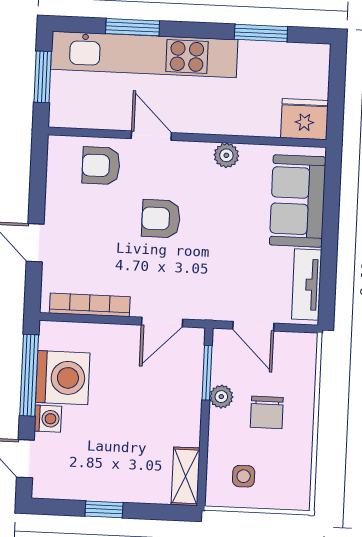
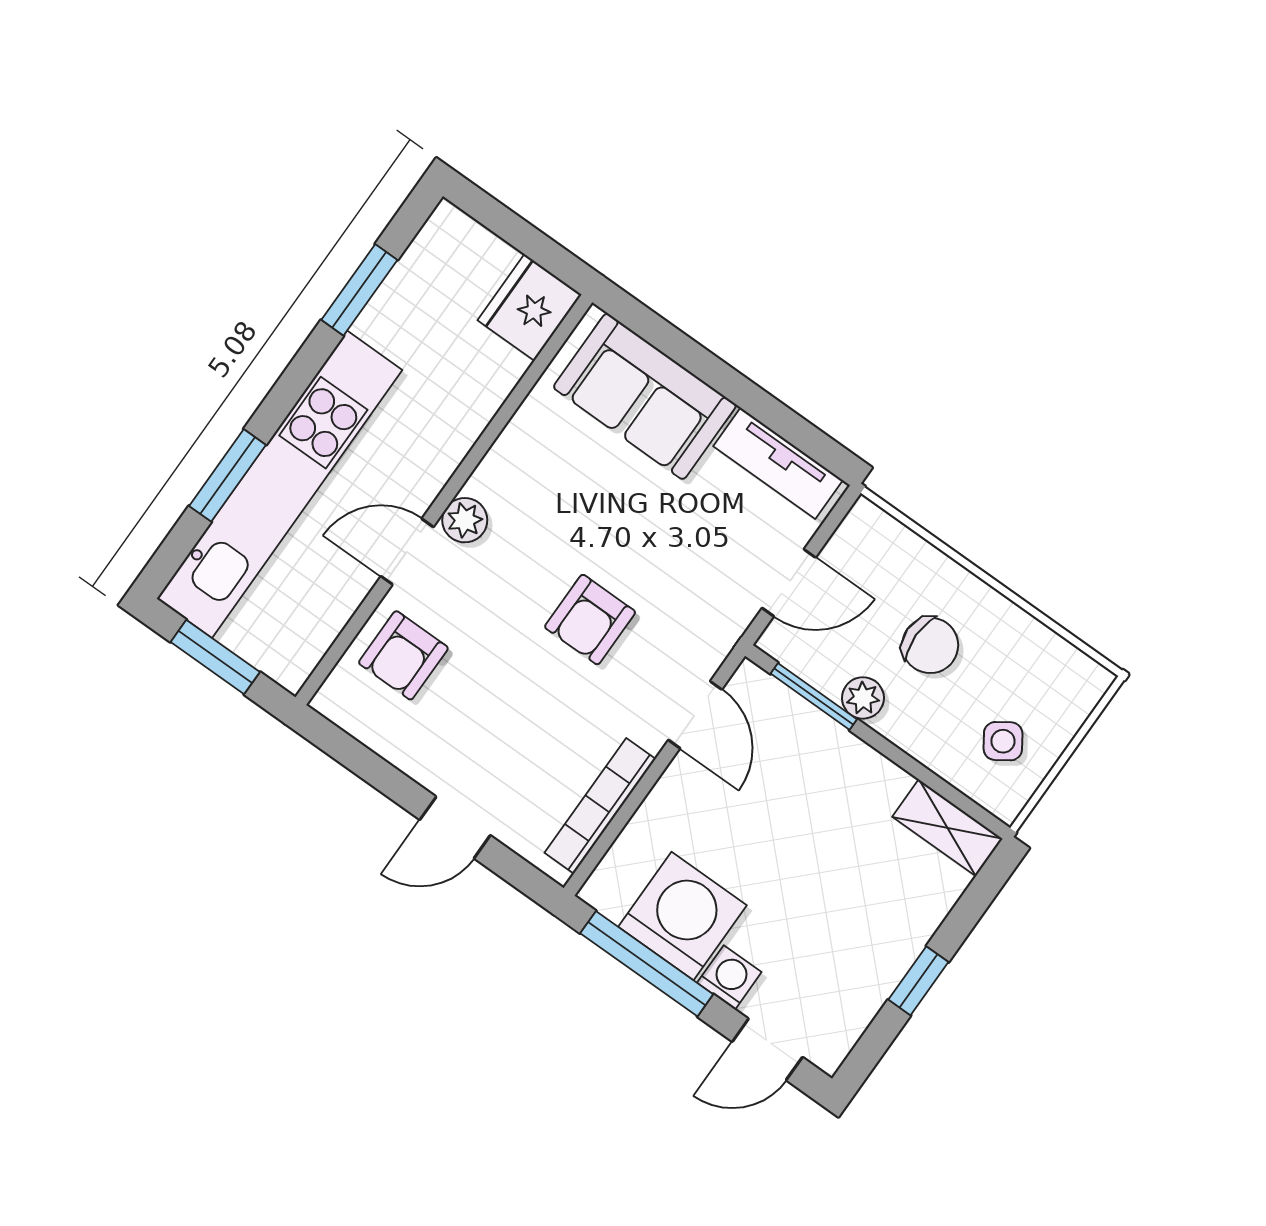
plant: (226, 155) -> (465, 520), moved
armchair: (161, 219) -> (590, 620), moved
side table: (244, 476) -> (1003, 741), turned -34

